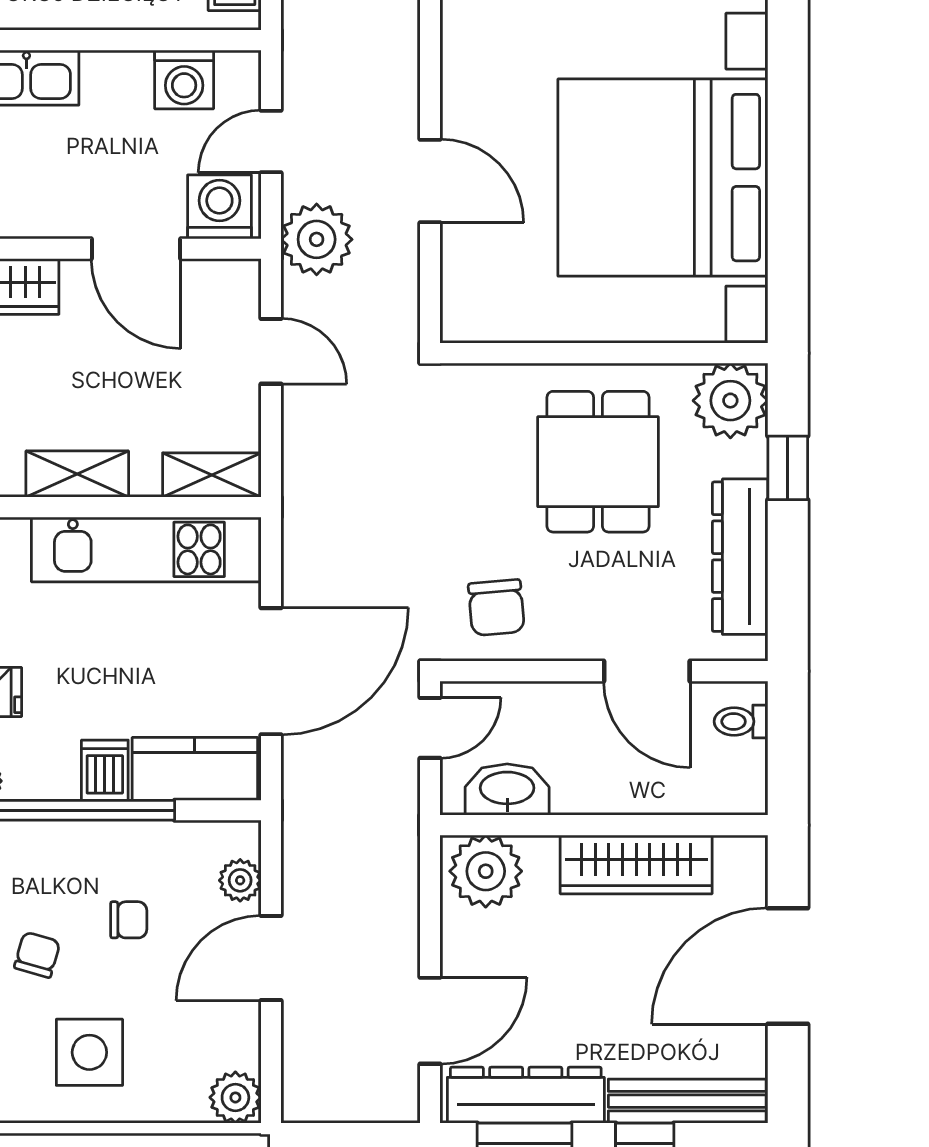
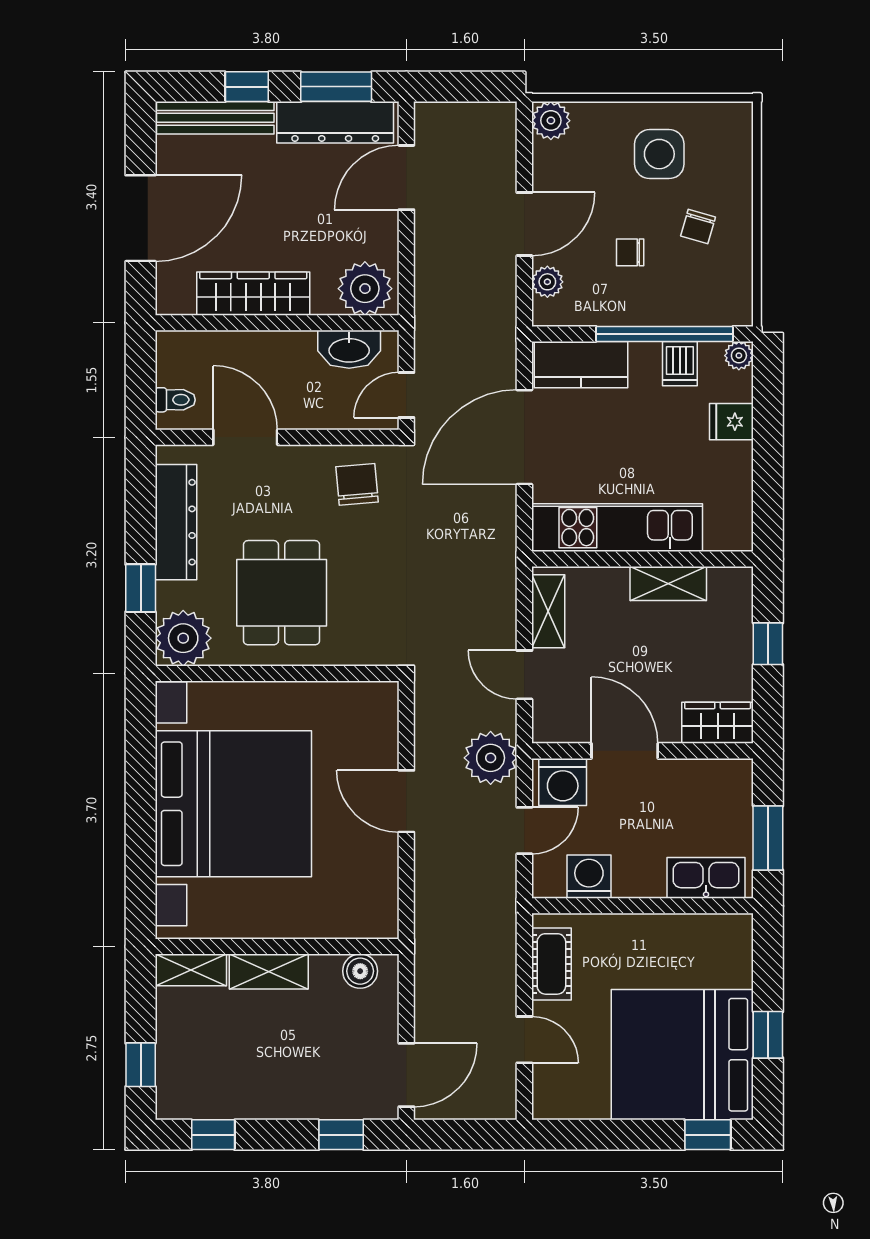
shelving: (212, 475) -> (548, 611), moved, turned 90
dishwasher: (105, 770) -> (680, 364), moved

